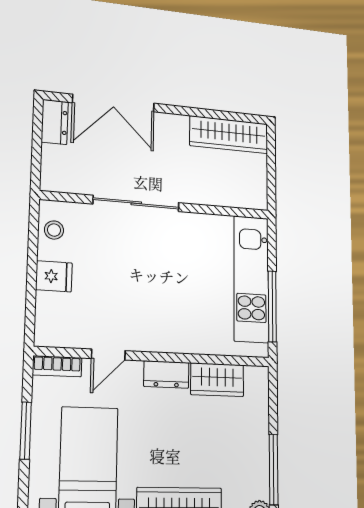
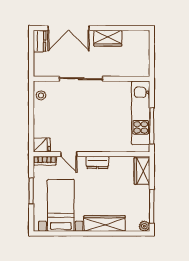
wardrobe: (229, 135) -> (108, 38), moved, width x0.67
fridge: (54, 276) -> (42, 145), moved
door: (108, 355) -> (69, 154), hinge flipped
wardrobe: (217, 380) -> (142, 171), moved, turned 90

